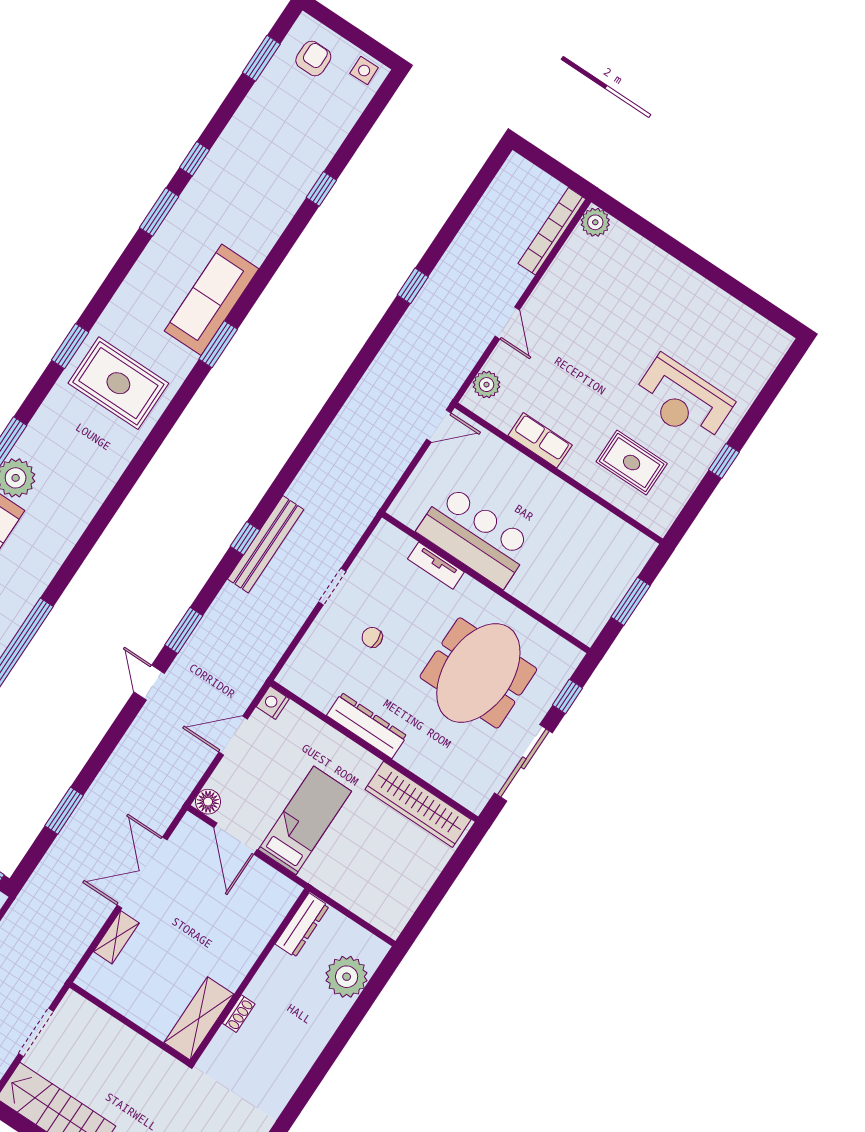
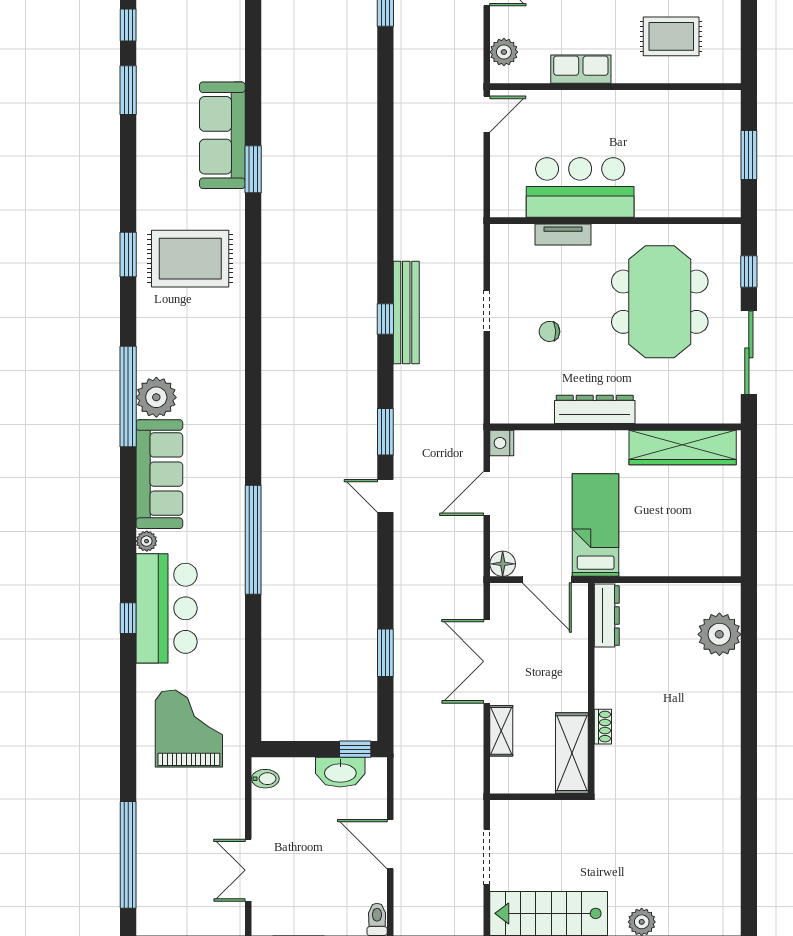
dresser: (302, 925) -> (607, 616), moved
wall: (250, 976) -> (591, 688), moved
shoe rack: (239, 1014) -> (603, 727), moved
shelving: (199, 1018) -> (572, 753), moved

